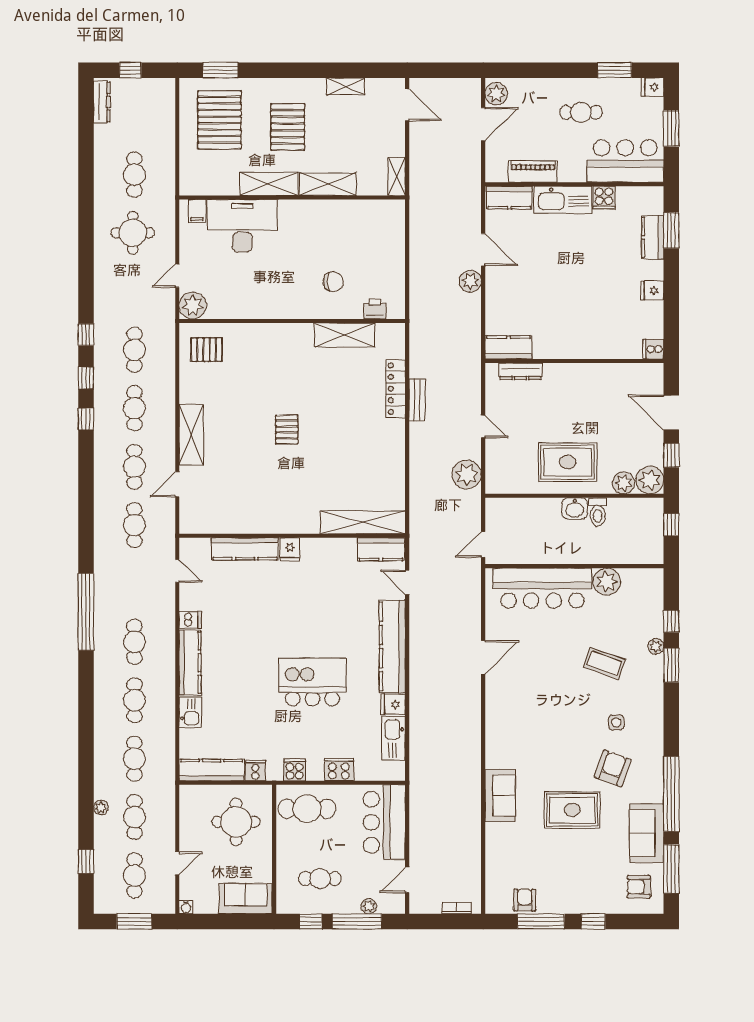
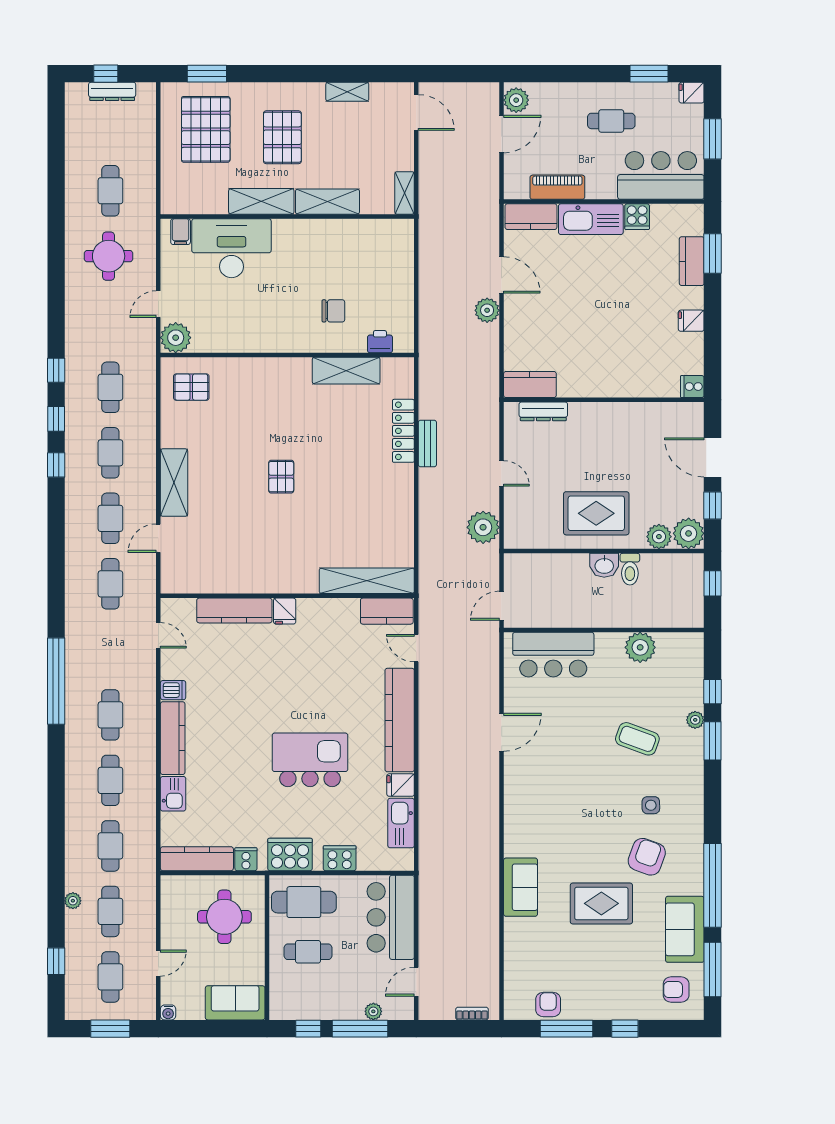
dresser: (102, 102) -> (112, 91), moved, turned 90
bar counter: (542, 588) -> (553, 655), width x0.73
cooker: (295, 770) -> (290, 854), width x1.87, depth x1.31
cafe table: (320, 879) -> (308, 952), moved

